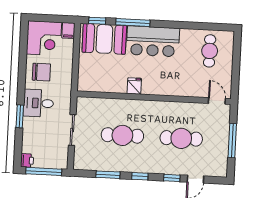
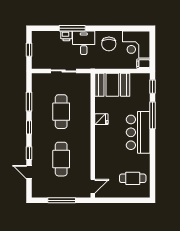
booth: (104, 39) -> (112, 85), moved, turned 90
window: (20, 116) -> (72, 28), width x1.44
printer: (27, 160) -> (66, 36), moved
window: (44, 171) -> (29, 50), width x0.46

